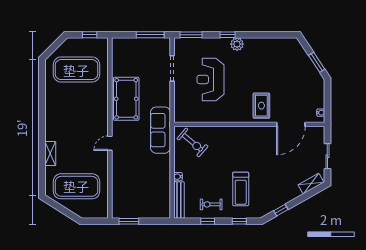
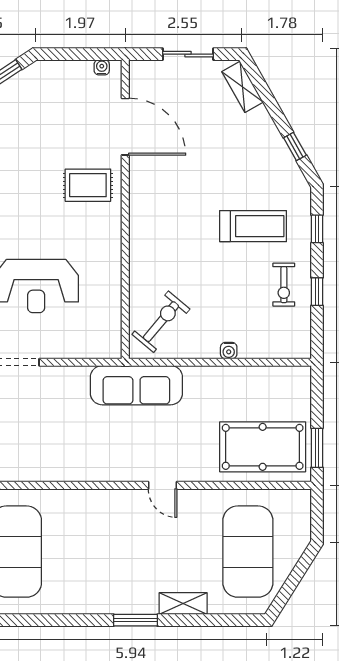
pool table: (126, 99) -> (263, 447), moved
window: (42, 130) -> (136, 620), added
bench: (179, 200) -> (275, 349), removed

